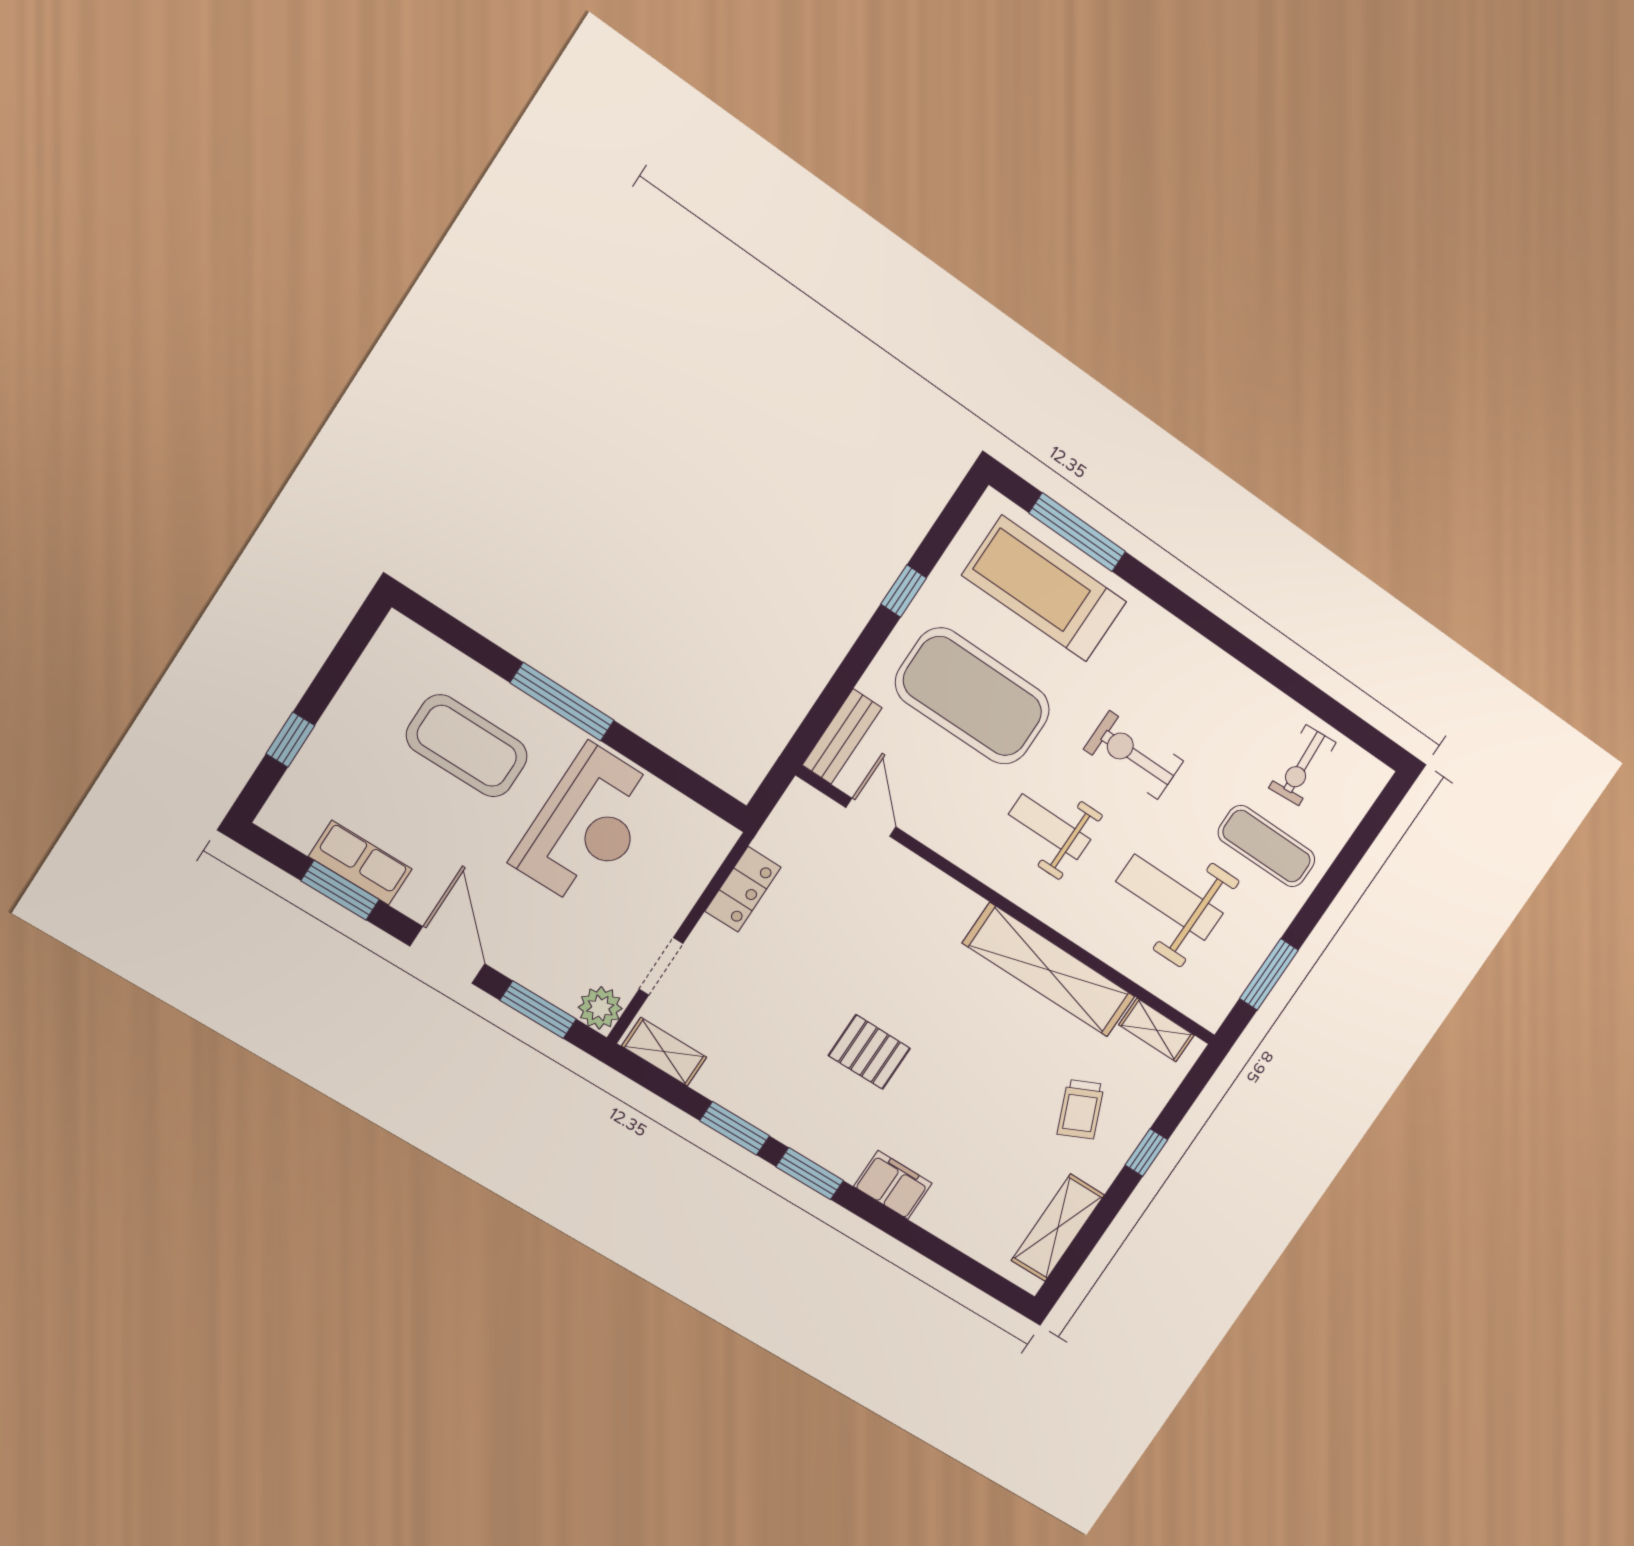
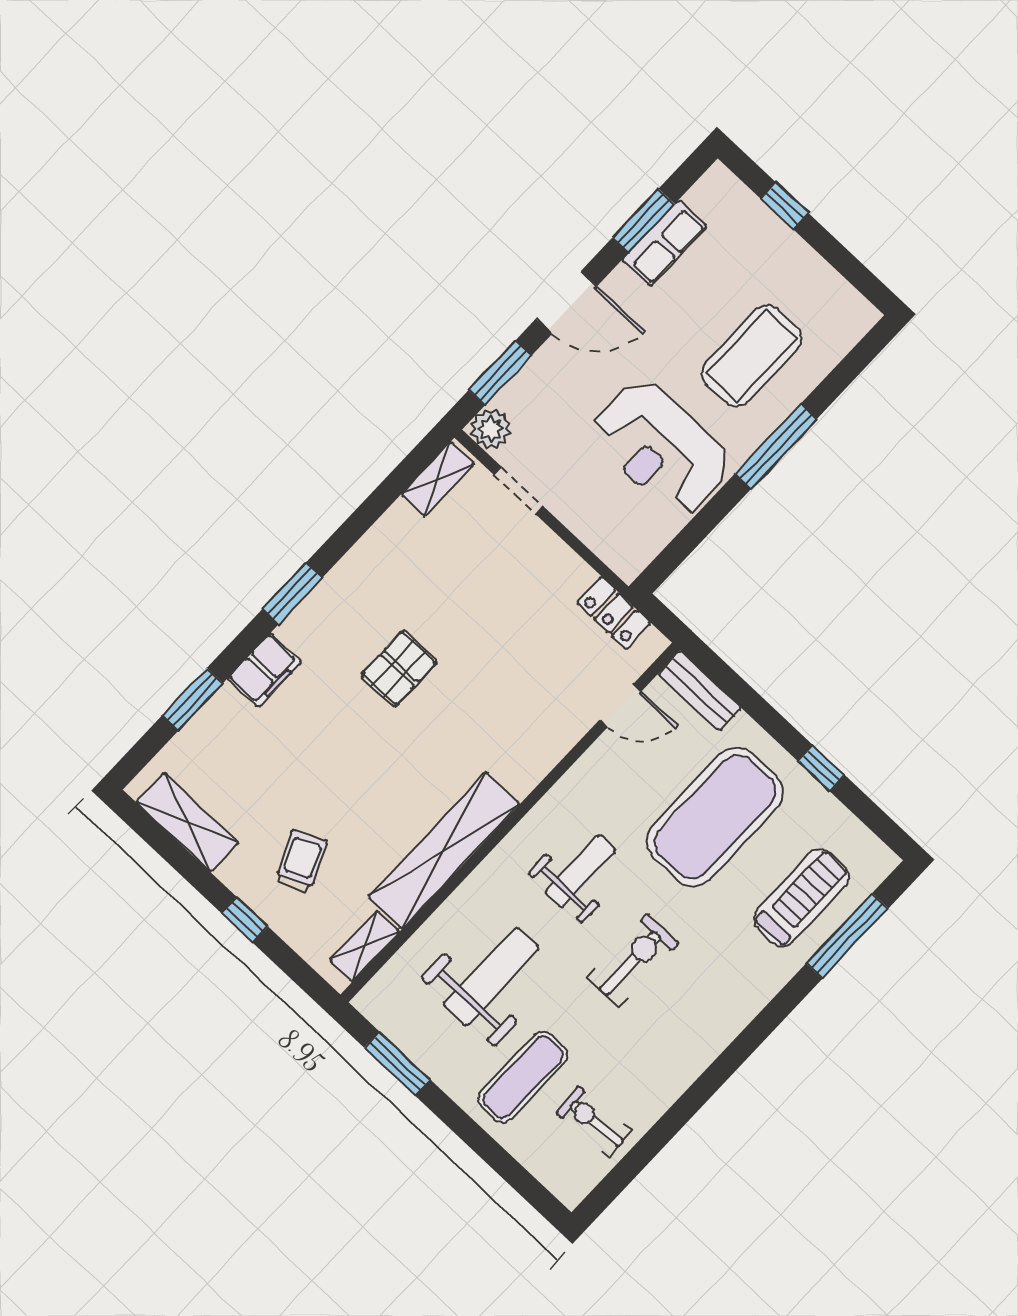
treadmill: (1044, 589) -> (801, 898), width x0.73, depth x0.73
locker: (743, 889) -> (614, 613), moved
trolley: (1081, 1109) -> (301, 861), turned 90
window: (735, 1128) -> (193, 699), moved

